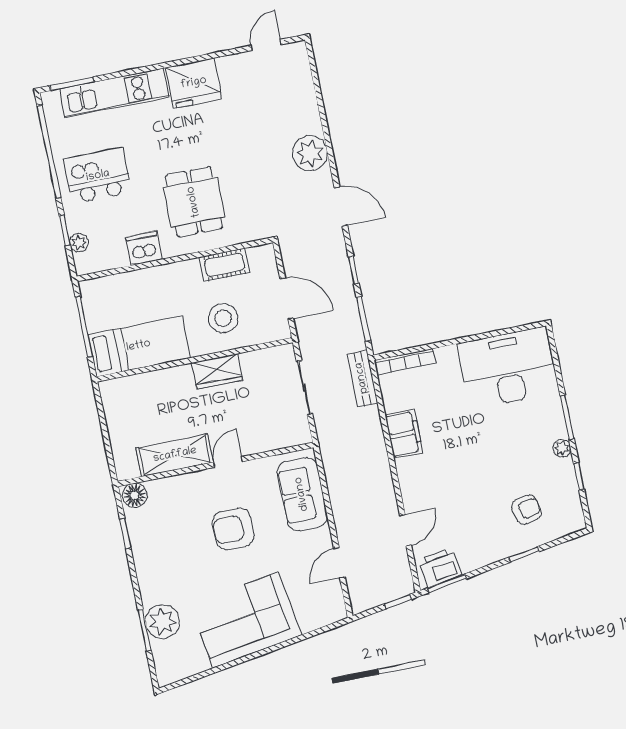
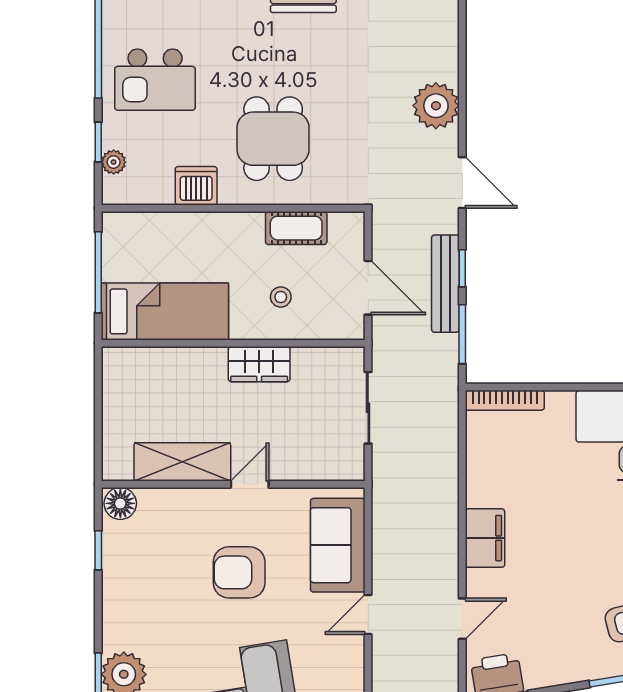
kitchen island: (98, 176) -> (155, 80), turned 180
stool: (223, 318) -> (281, 297), width x0.53, depth x0.53
bench: (362, 378) -> (445, 284), moved, width x1.36
filing cabinet: (404, 434) -> (485, 538), moved
door: (339, 563) -> (368, 615), moved

